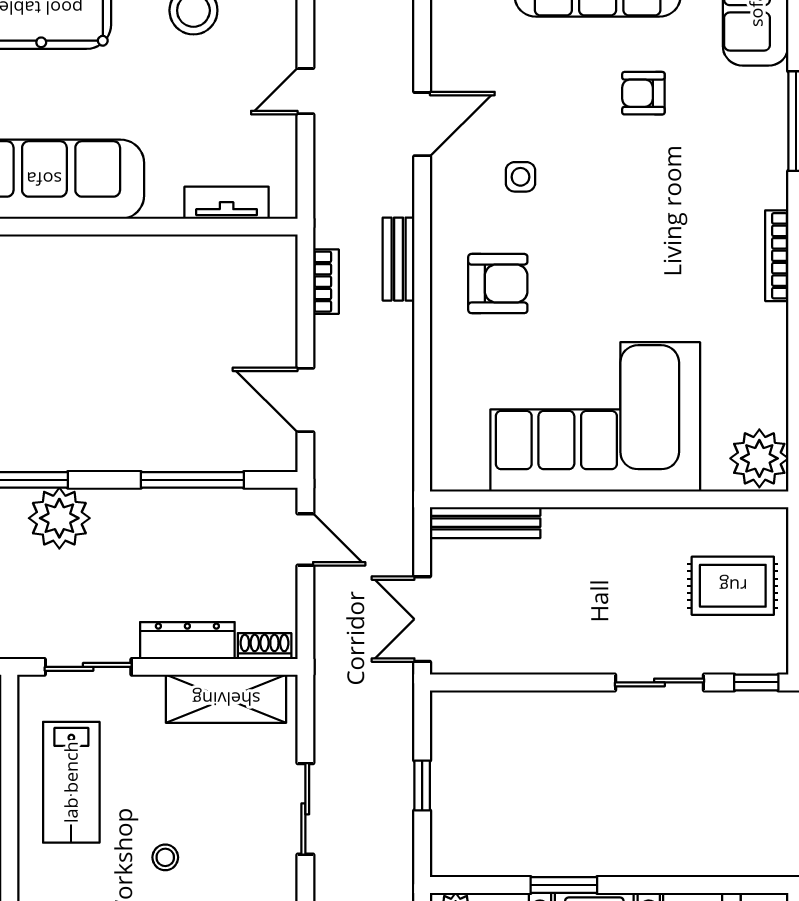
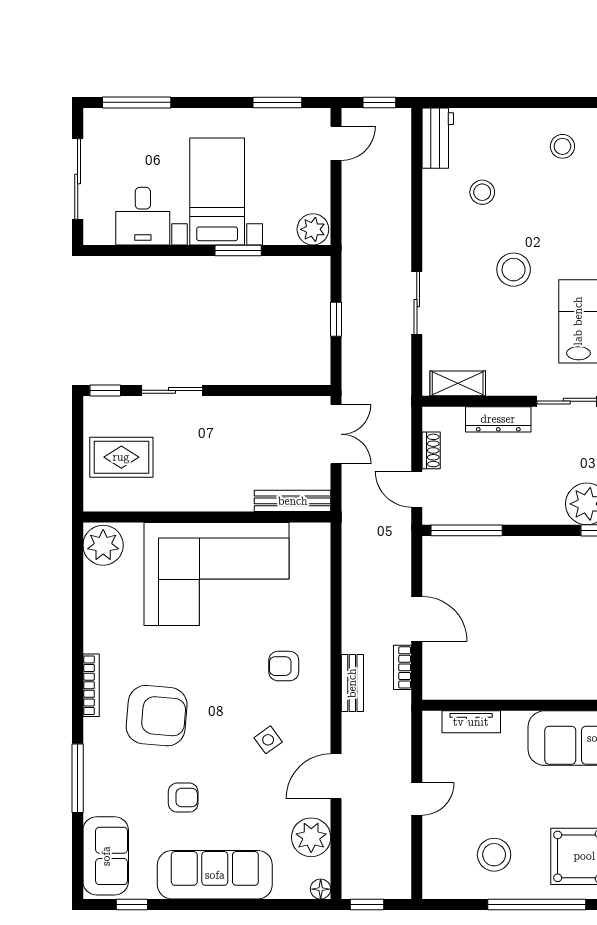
plant: (458, 36) -> (311, 837), added
side table: (520, 177) -> (268, 740), turned -36
armchair: (682, 212) -> (157, 716), added
armchair: (498, 284) -> (284, 666), width x0.72, depth x0.72
door: (305, 400) -> (417, 619), moved
window: (192, 480) -> (467, 530), moved
shoe rack: (265, 646) -> (431, 450), moved, turned -90
shelving: (226, 699) -> (458, 383), width x0.67, depth x0.75
stool: (165, 857) -> (514, 270), width x1.89, depth x1.89

